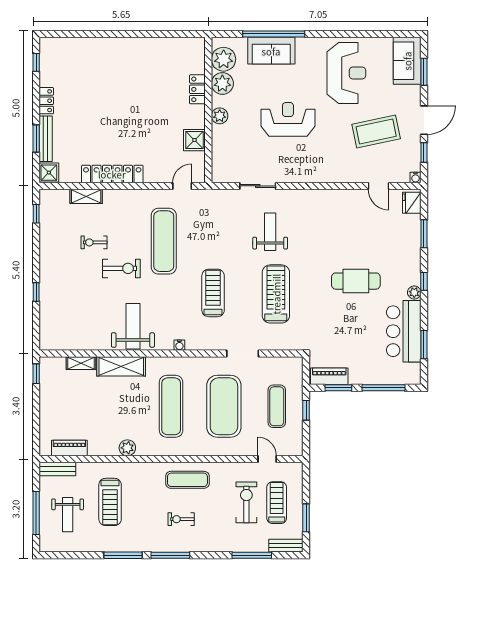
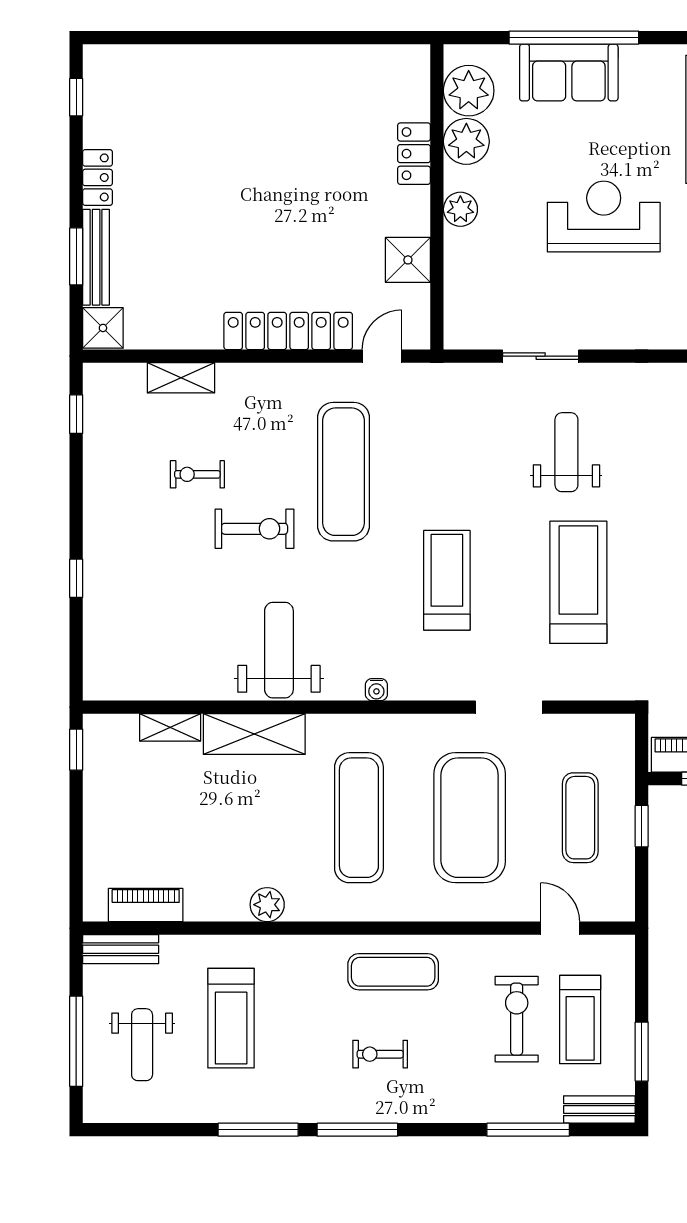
locker: (112, 174) -> (288, 331), moved
treadmill: (277, 503) -> (580, 1020), turned 180

